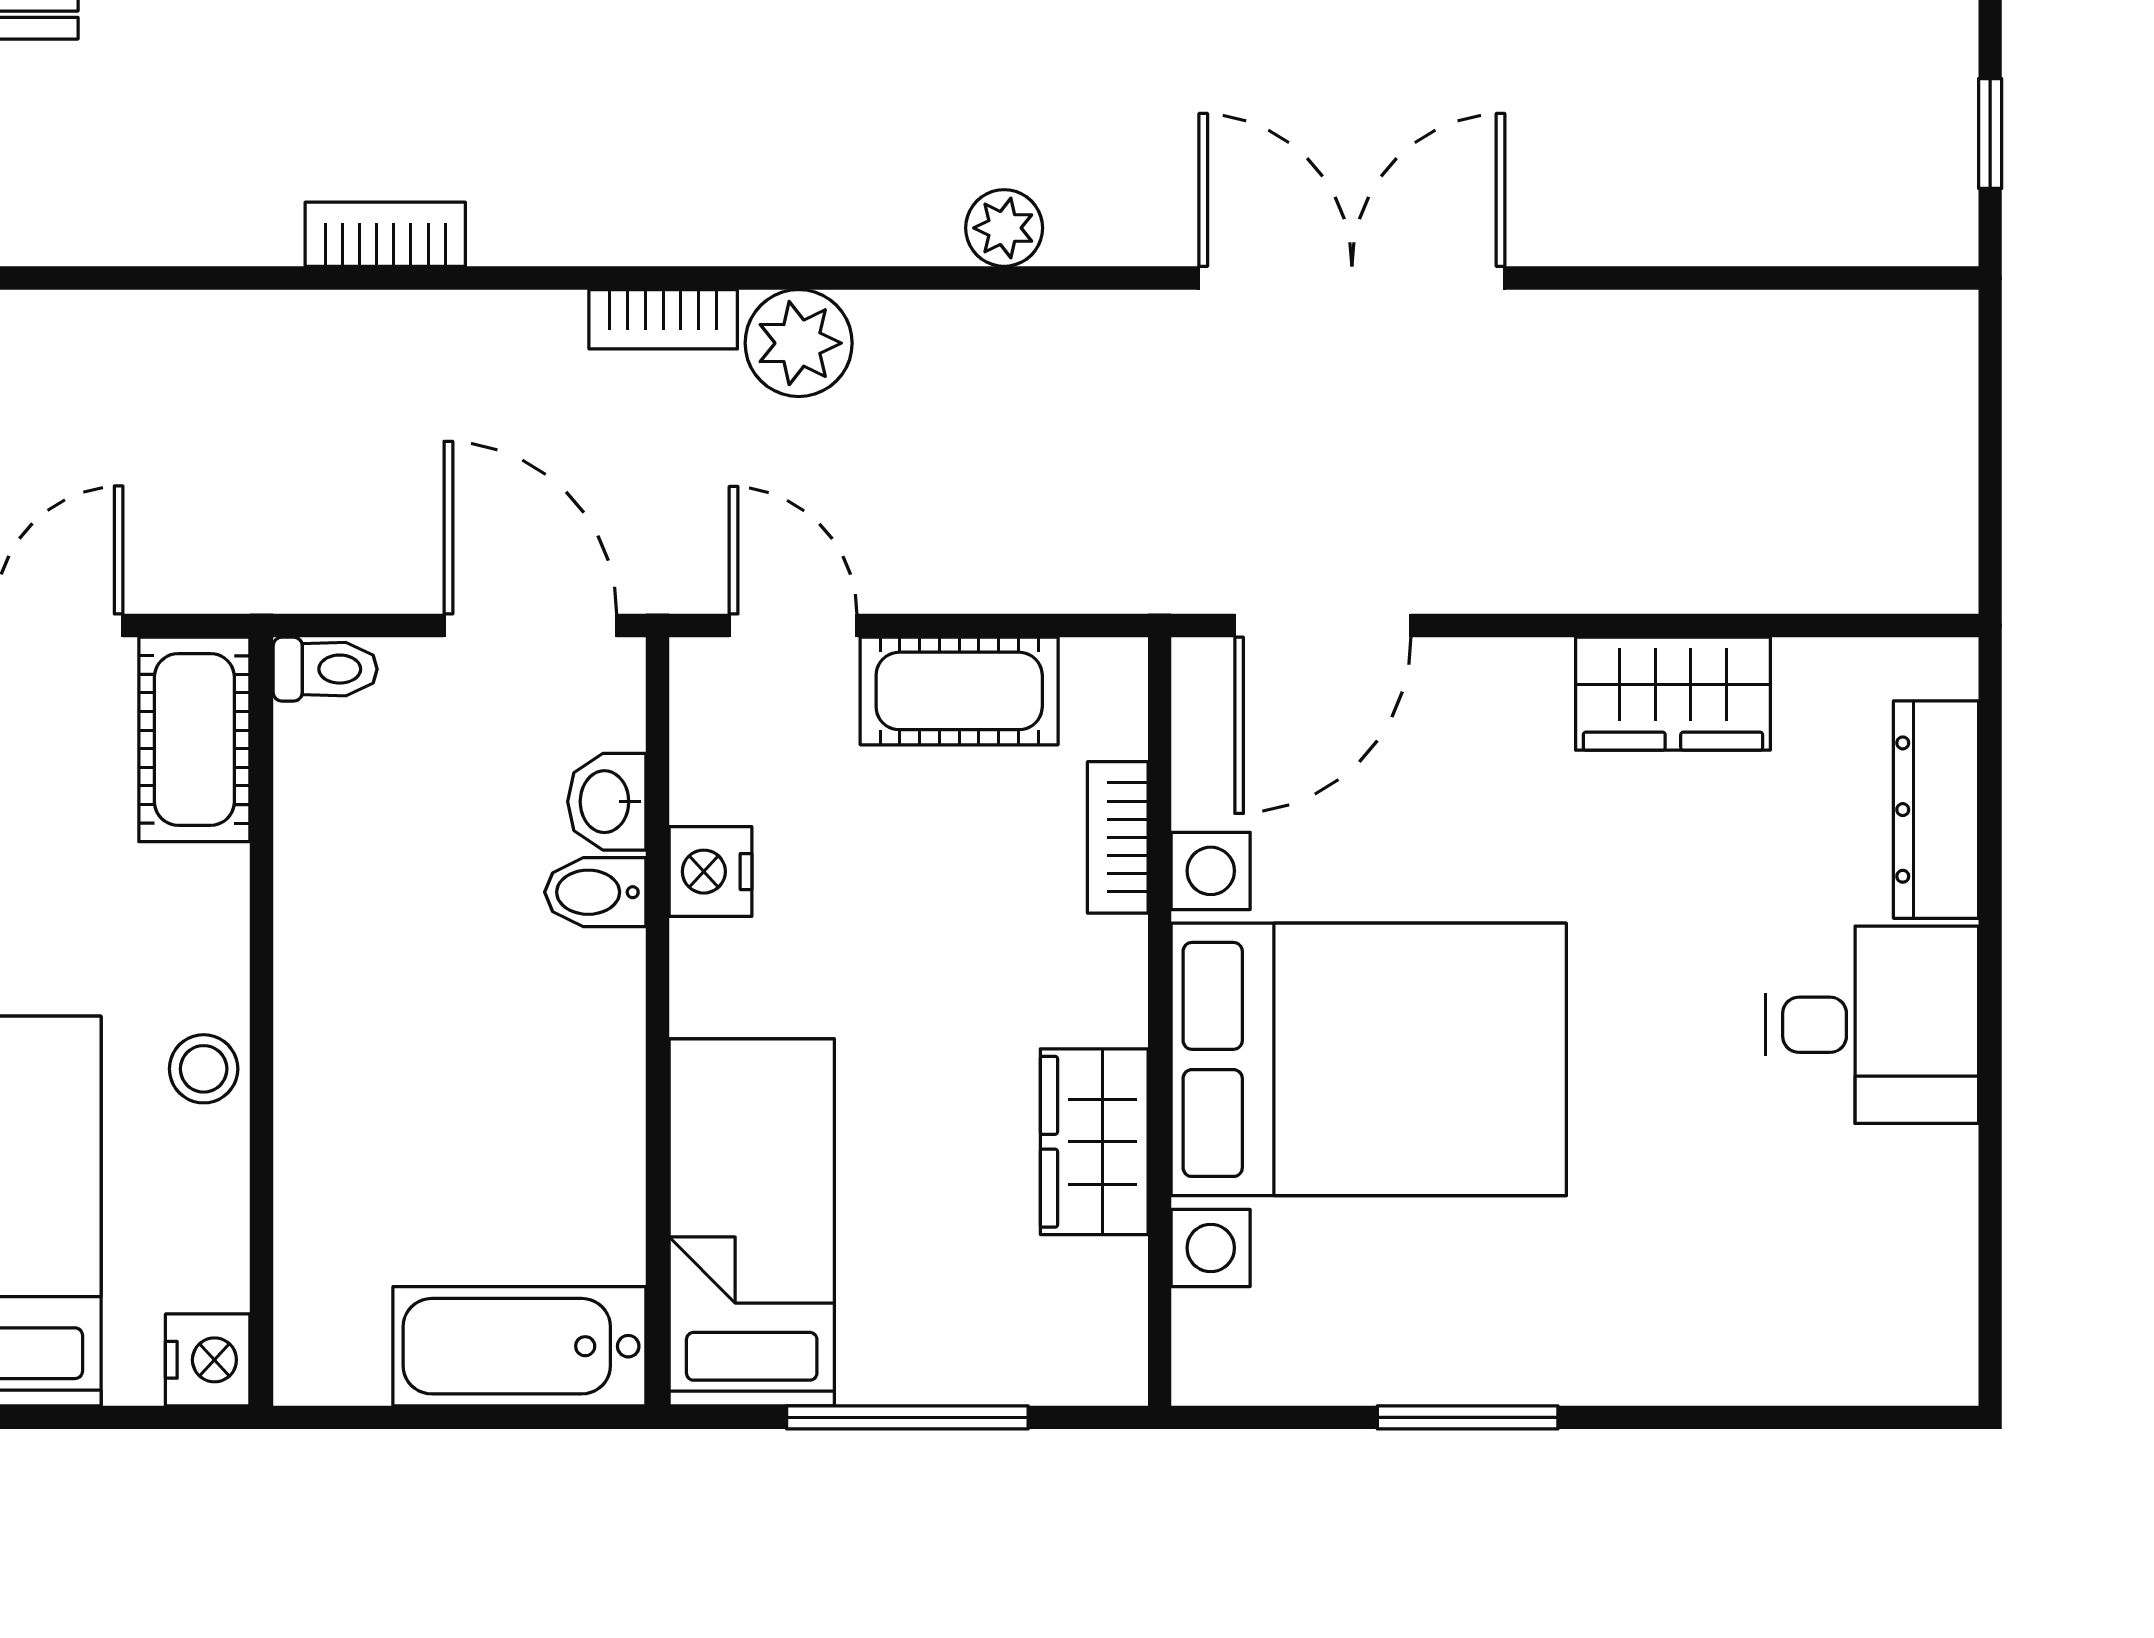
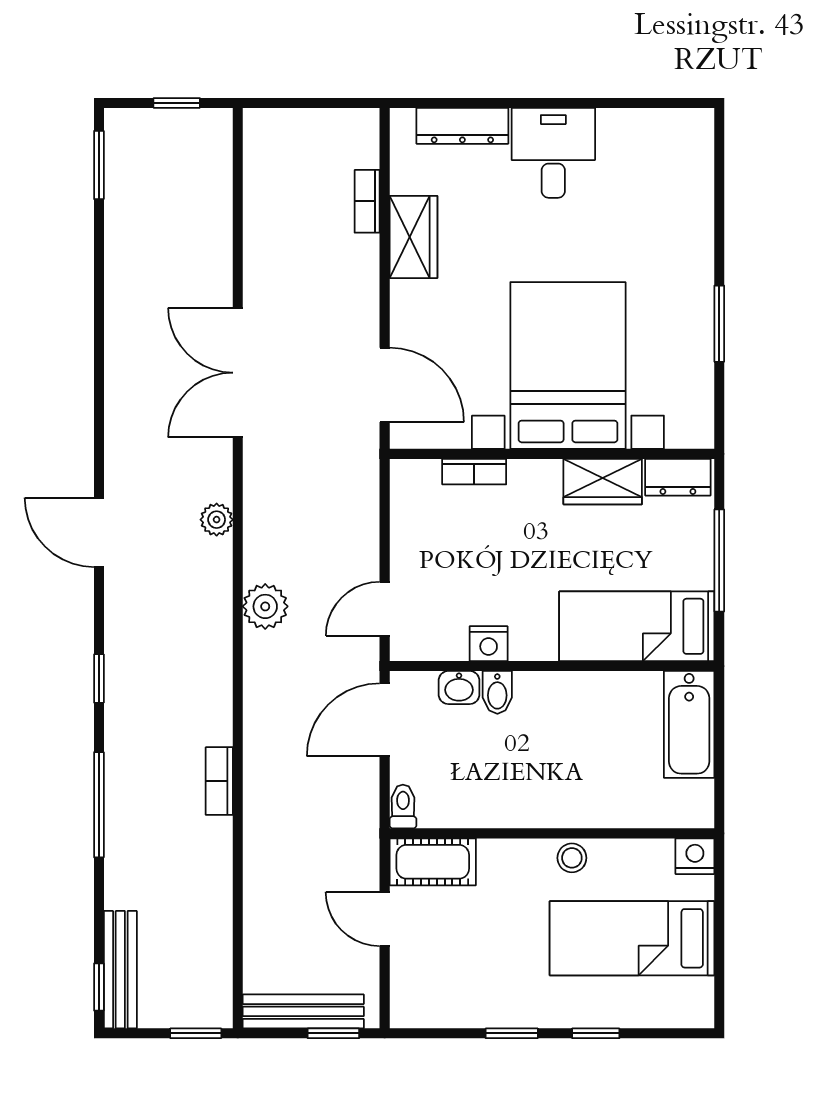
bookcase: (663, 319) -> (367, 201), moved, turned 180
cot: (959, 691) -> (412, 539), removed
dresser: (1105, 1320) -> (678, 477), added

